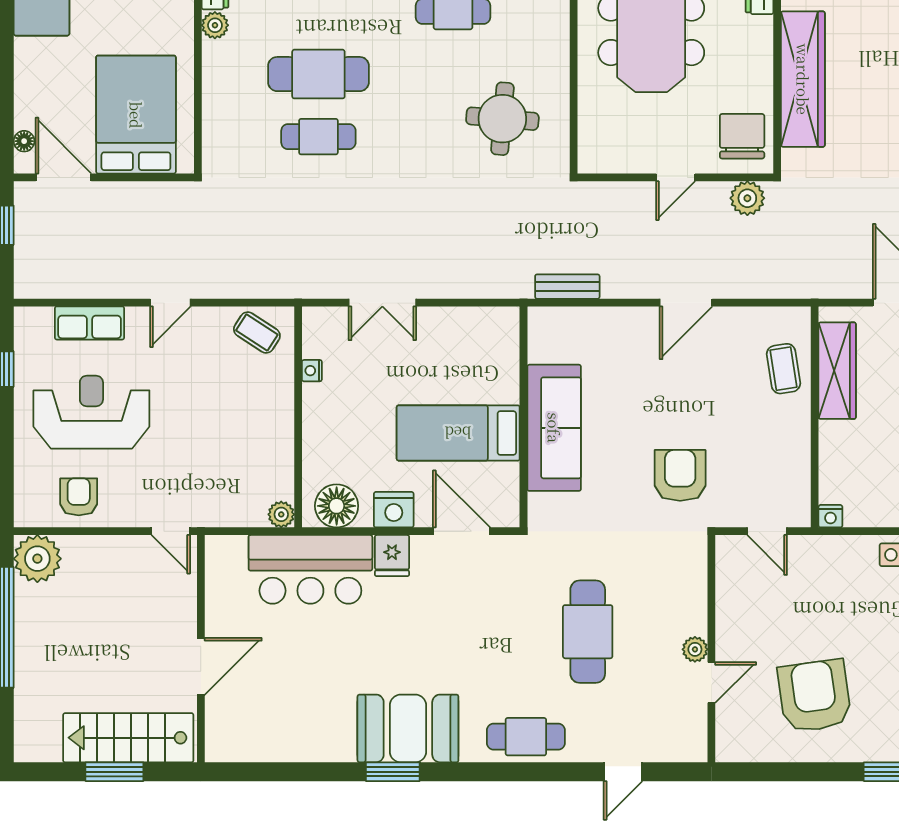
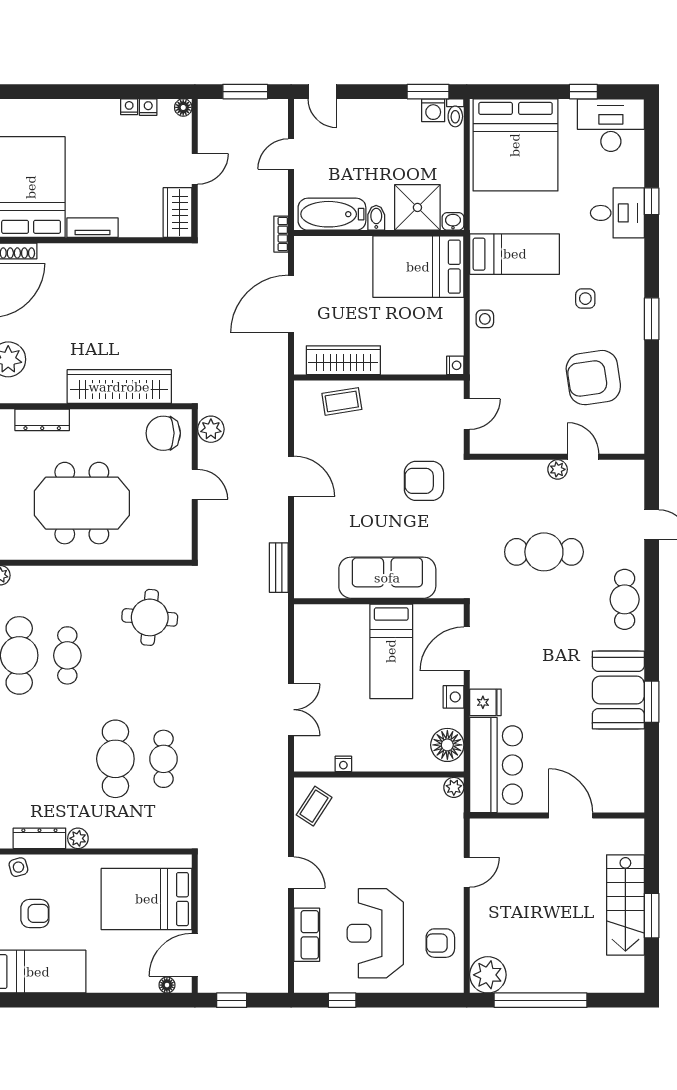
nightstand: (394, 510) -> (454, 697), width x0.74, depth x0.75
wall: (201, 649) -> (557, 815), moved
door: (201, 666) -> (571, 815), moved

